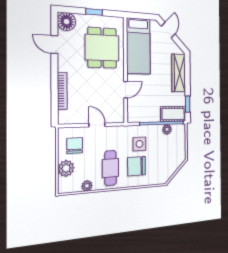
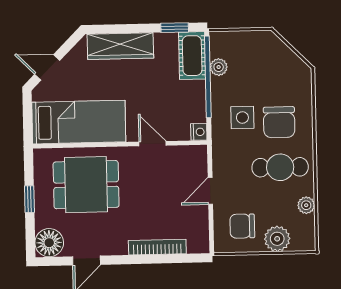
nightstand: (132, 118) -> (199, 132), added

